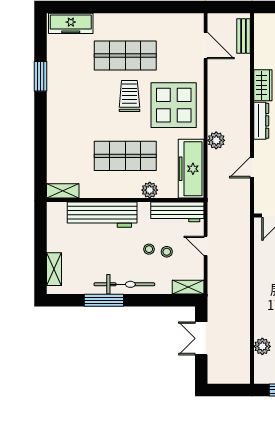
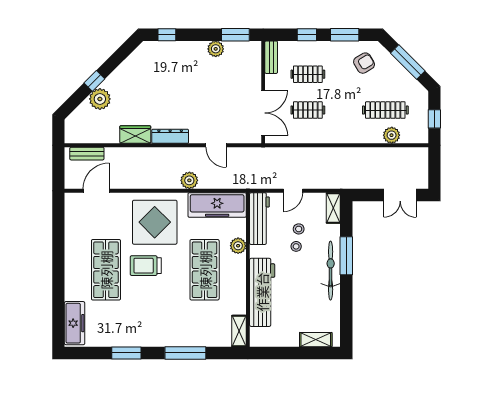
window: (40, 136) -> (185, 353), added
window: (104, 300) -> (346, 256), moved
double door: (201, 338) -> (400, 195), moved

